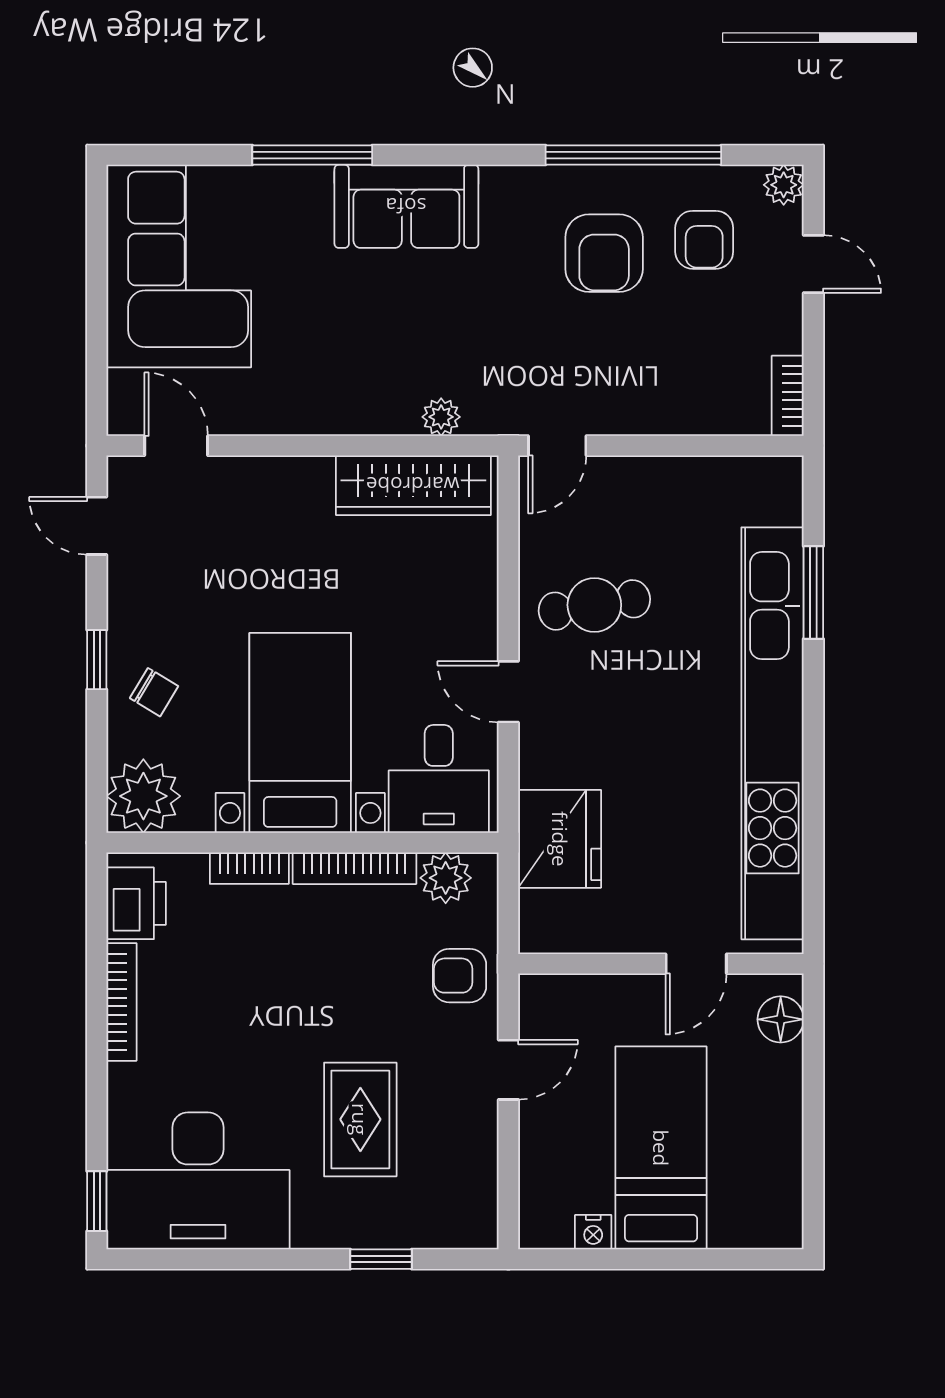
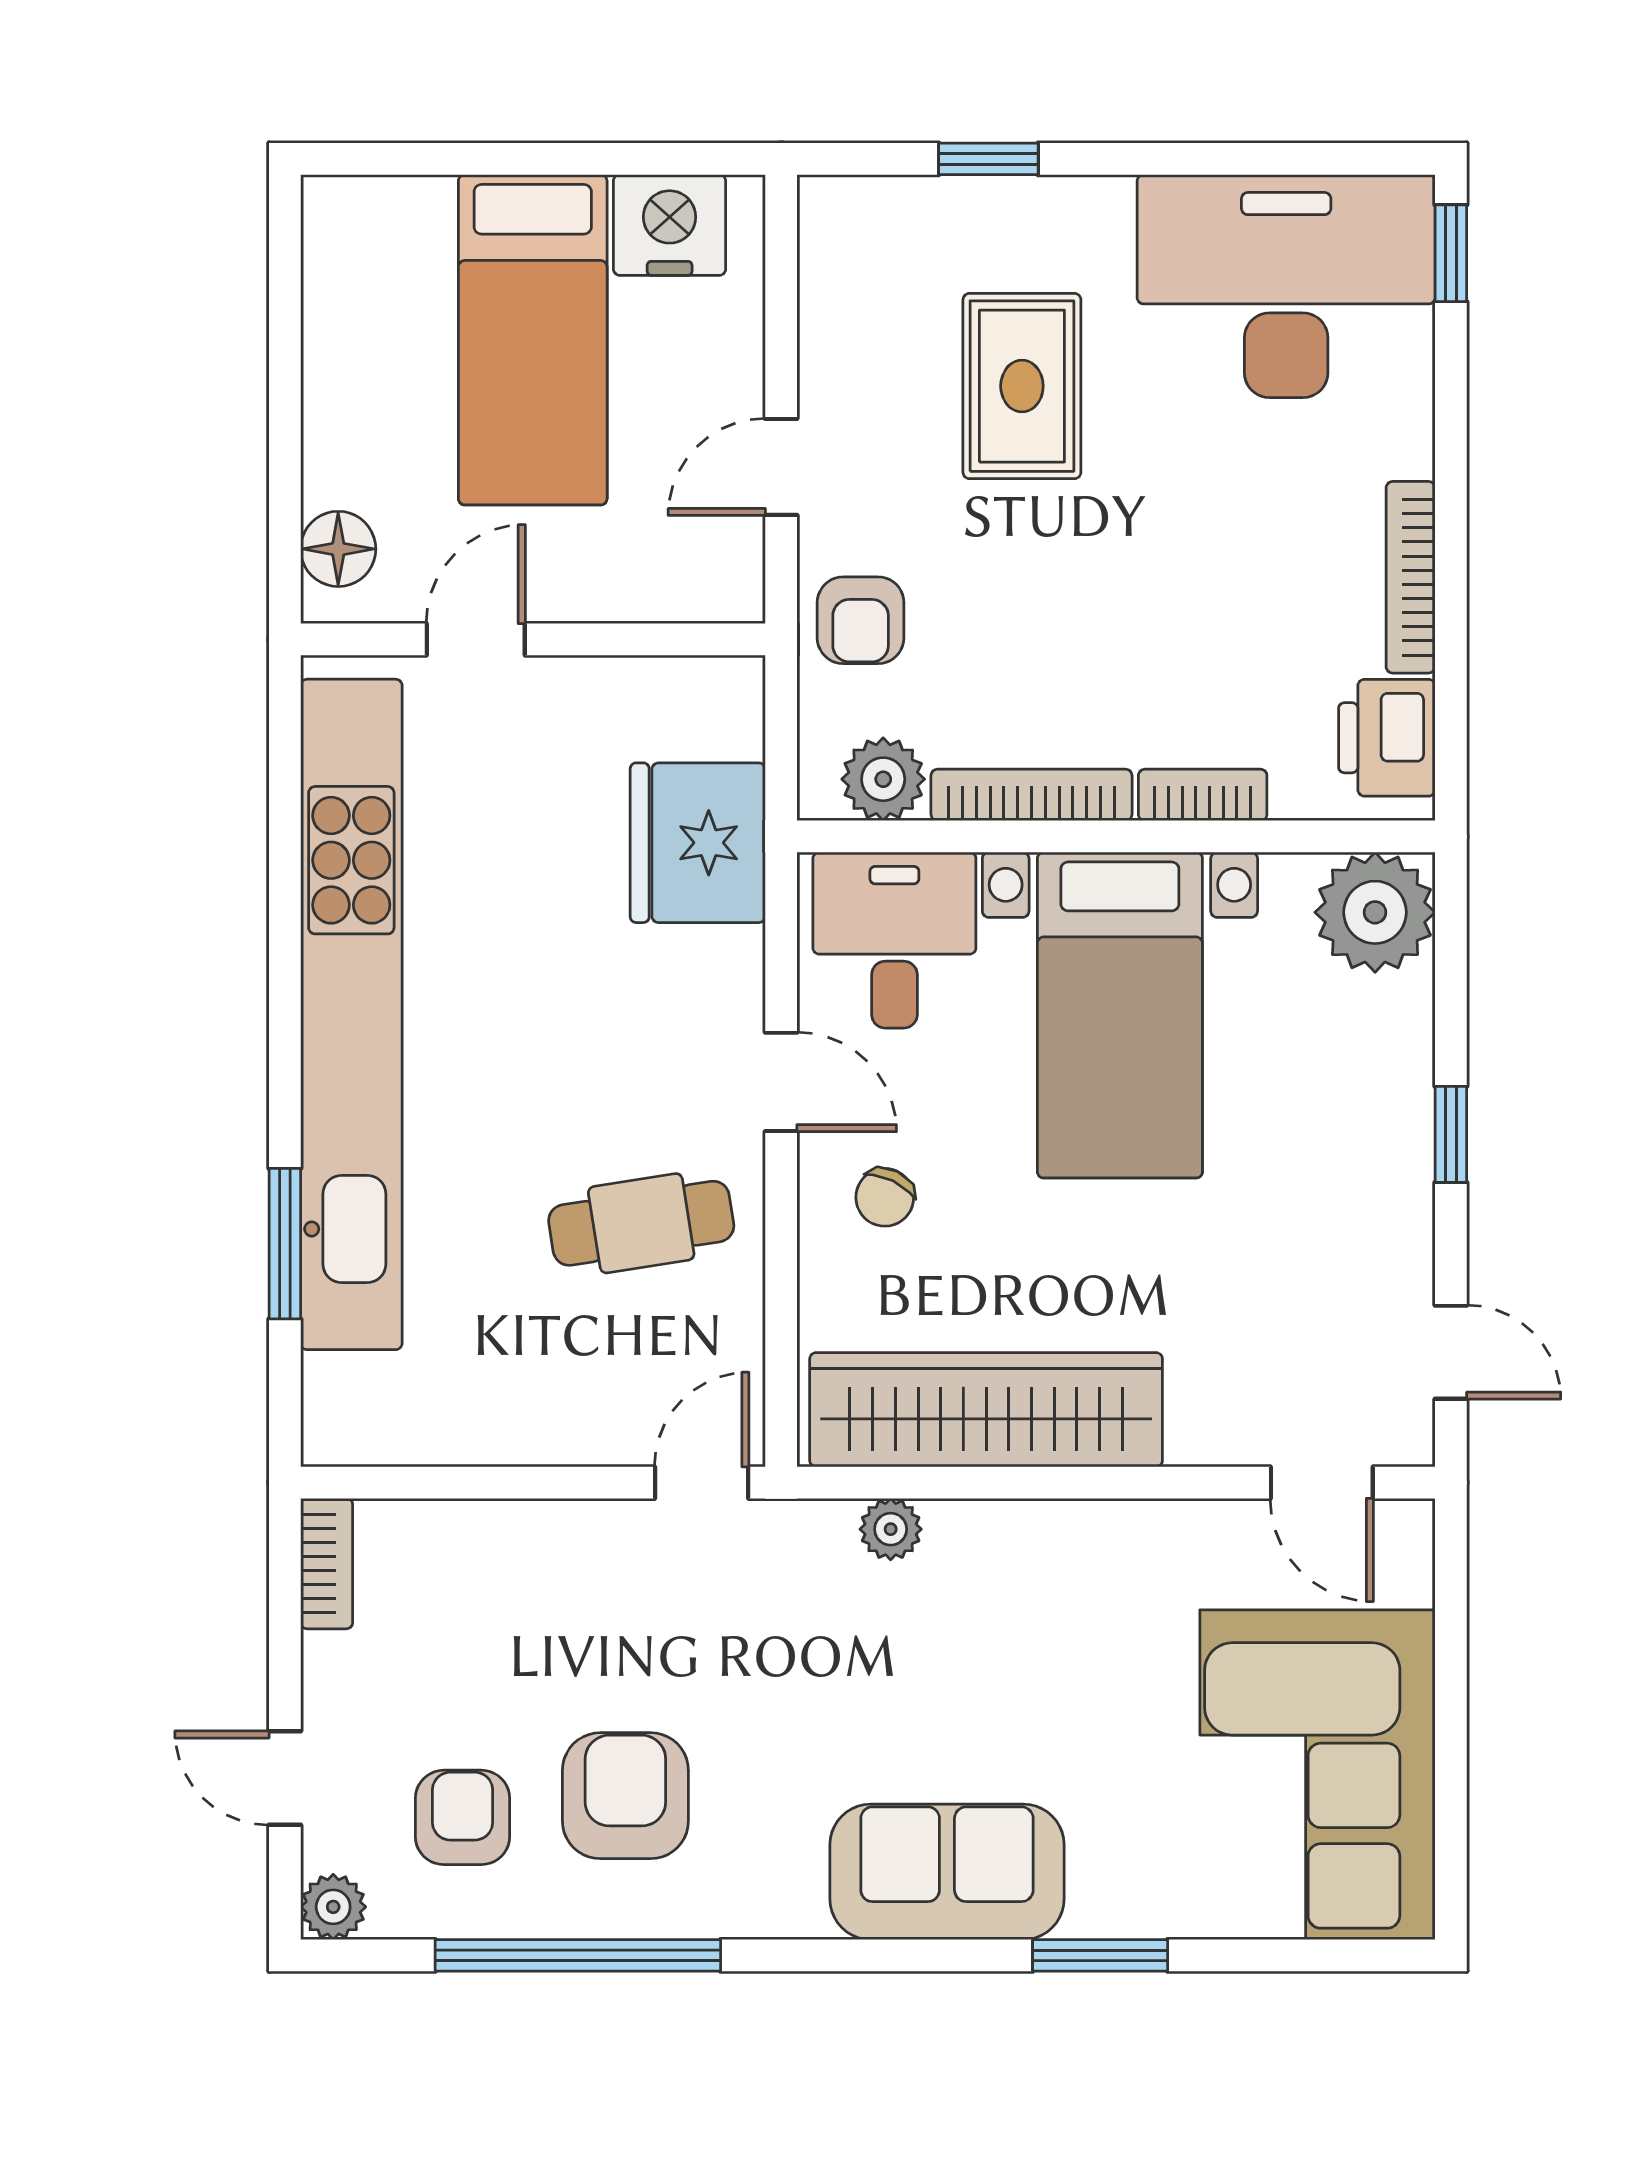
window: (312, 155) -> (1100, 1955), width x0.69
wardrobe: (413, 485) -> (986, 1410), width x1.40, depth x1.17
chair: (154, 692) -> (885, 1197), moved, turned -95
armchair: (460, 976) -> (861, 620), turned 90
nightstand: (593, 1232) -> (670, 225), width x1.89, depth x1.79

